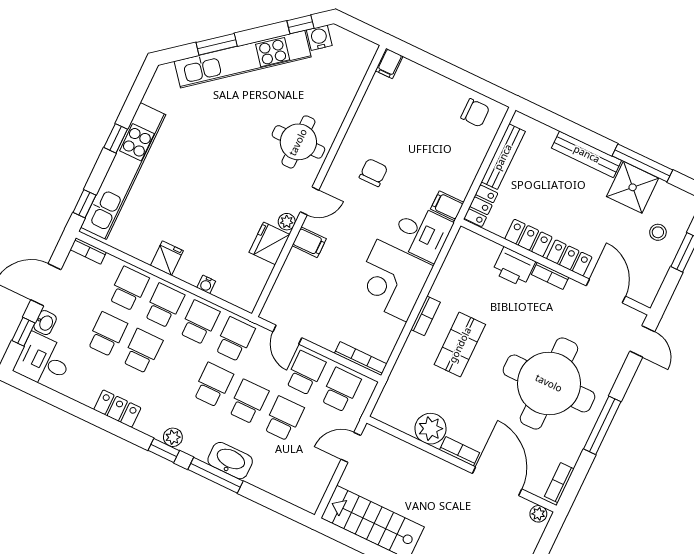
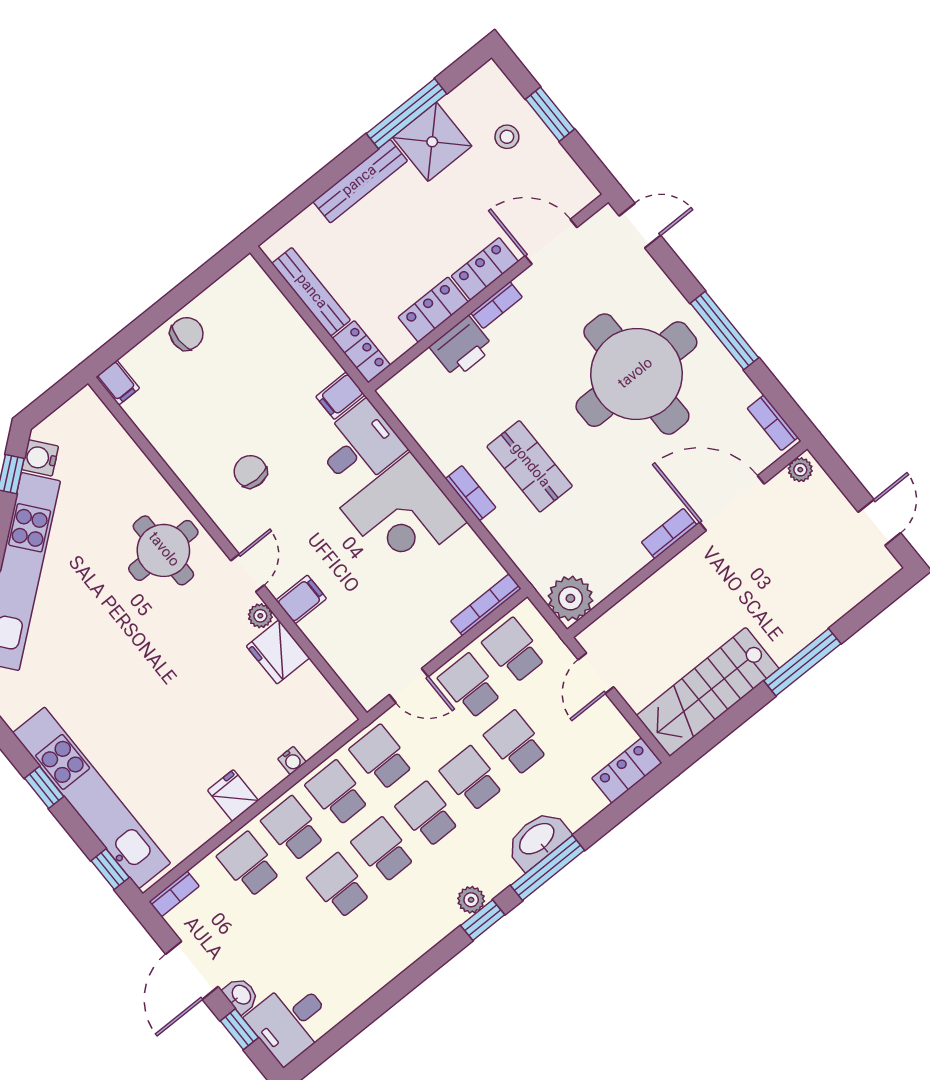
chair: (475, 113) -> (187, 334), moved
school desk: (107, 334) -> (383, 850), moved
locker: (117, 409) -> (627, 771), moved
plant: (430, 429) -> (570, 598), moved

